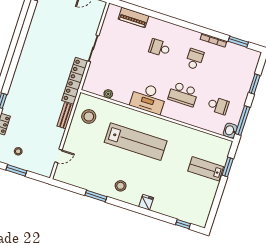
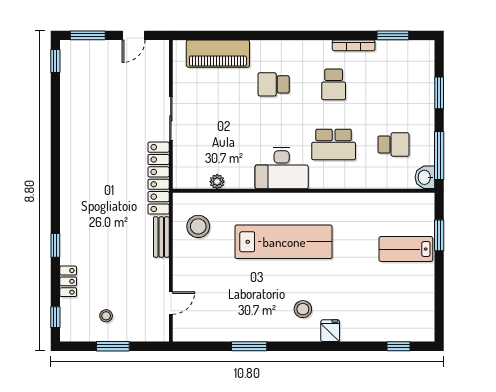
piano: (133, 17) -> (218, 54), width x1.37, depth x1.33
school desk: (195, 59) -> (334, 84), turned 180
stool: (121, 186) -> (303, 309), moved

